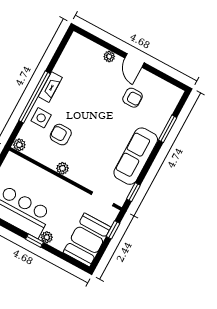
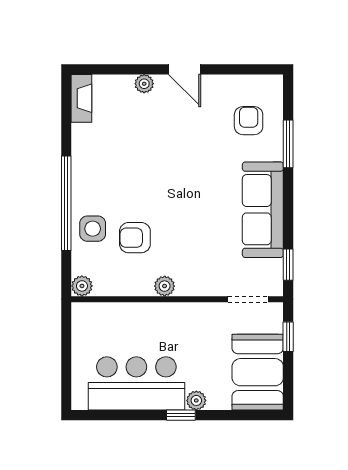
fireplace: (50, 87) -> (81, 98), moved
armchair: (133, 98) -> (249, 121), moved, turned -90

